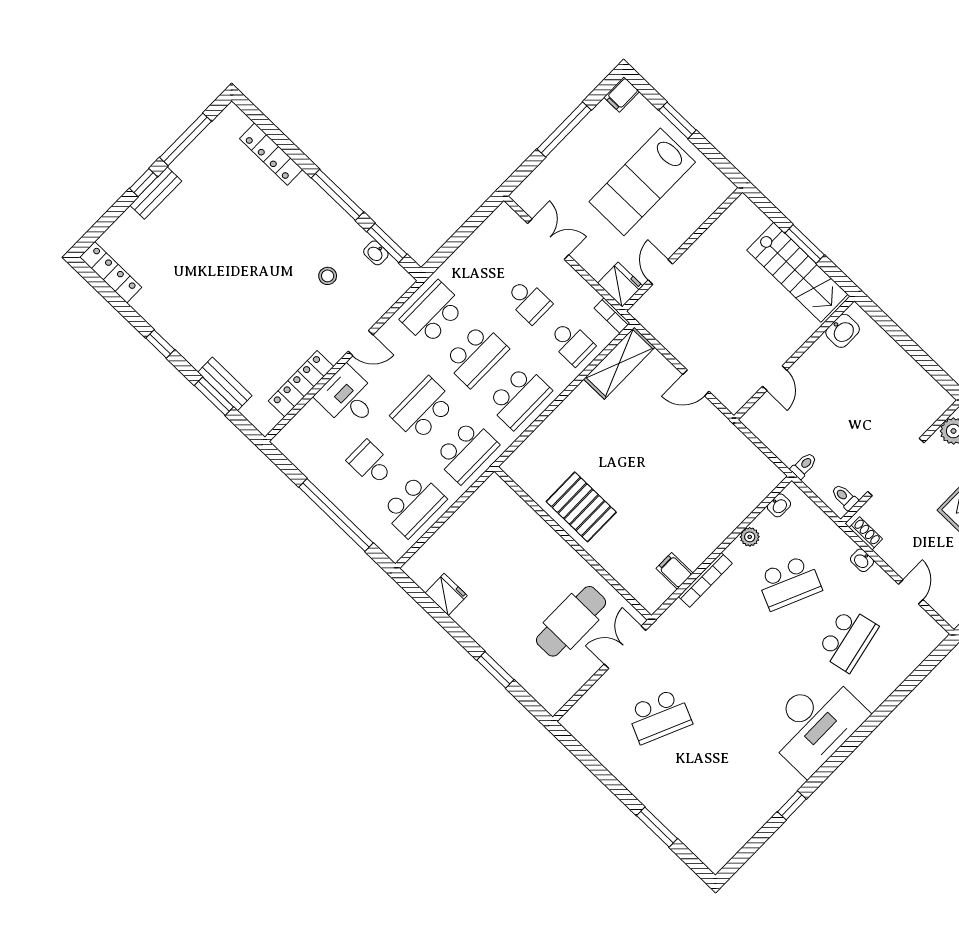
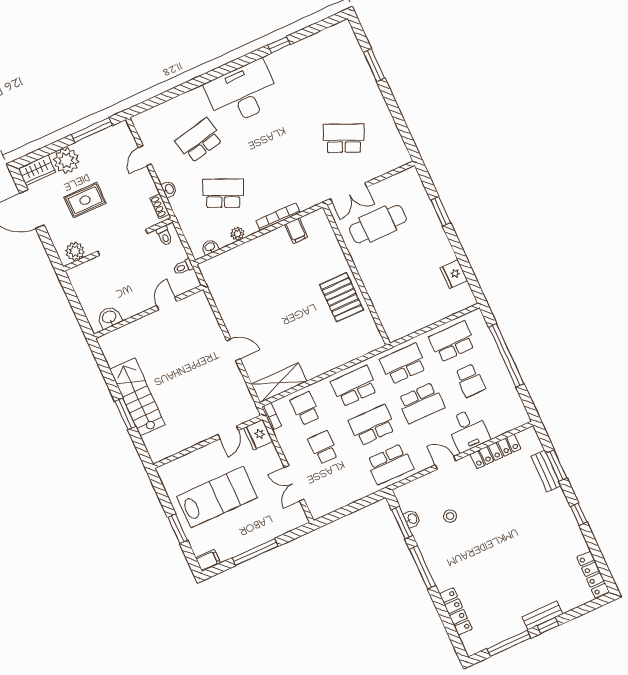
washbasin: (843, 331) -> (109, 317), moved
wall: (794, 358) -> (149, 312), moved
door: (775, 378) -> (167, 303), moved

